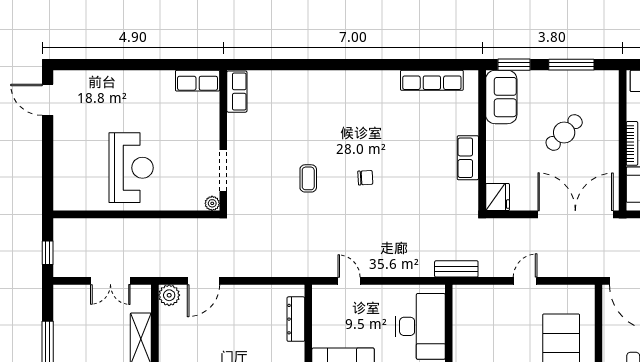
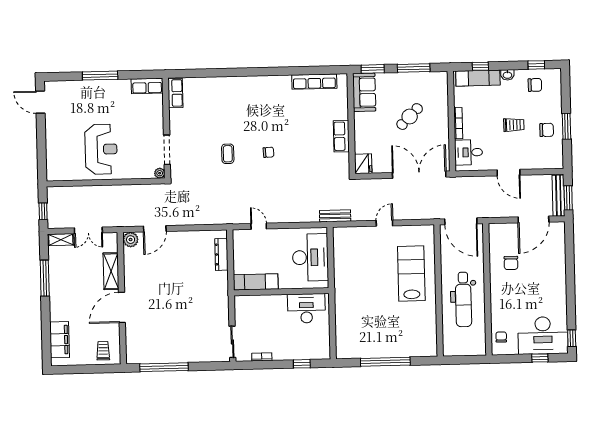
window: (132, 65) -> (100, 76), added
shelving: (72, 293) -> (61, 240), added

